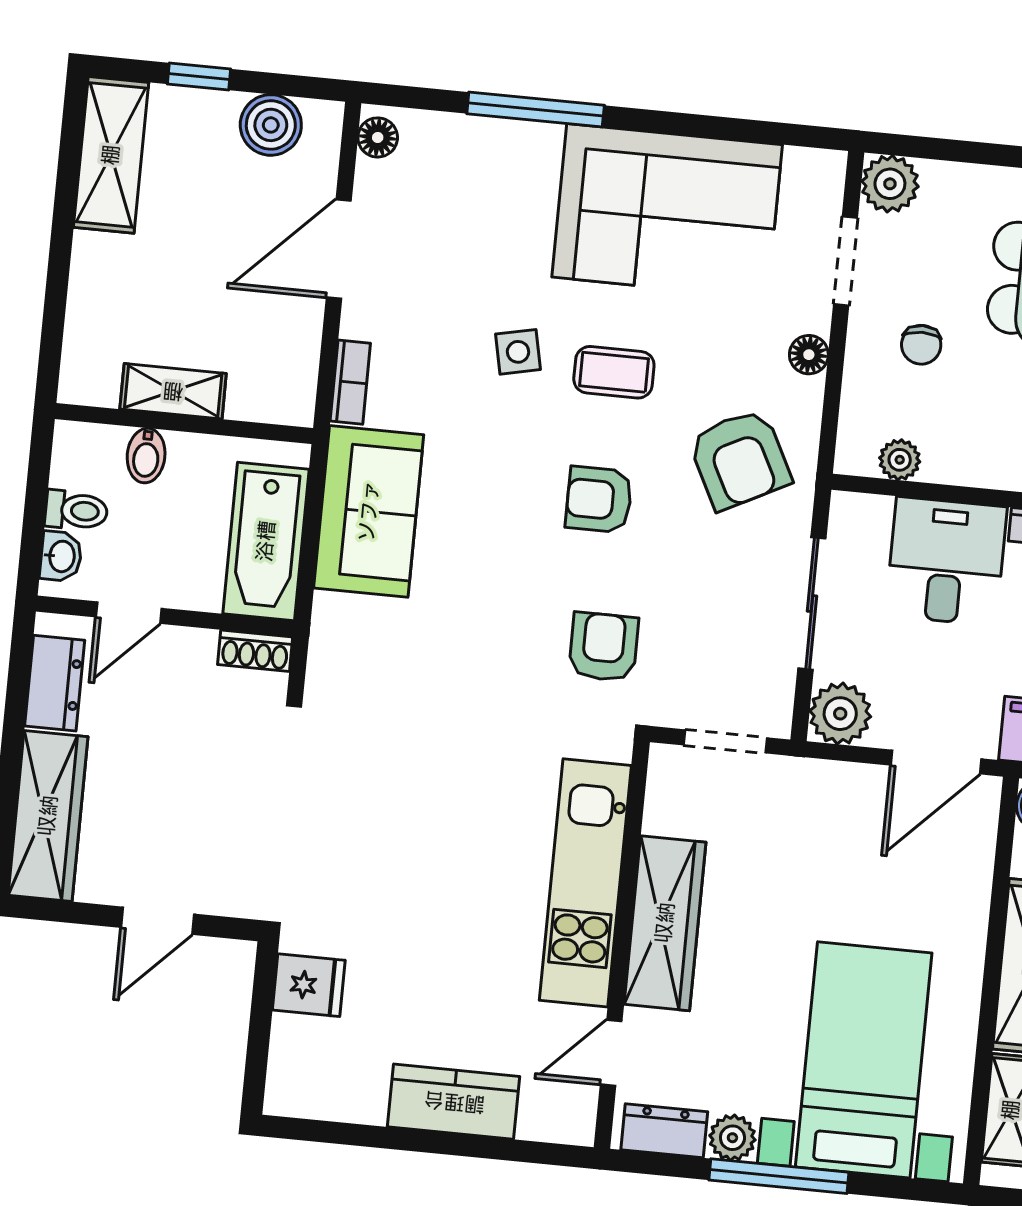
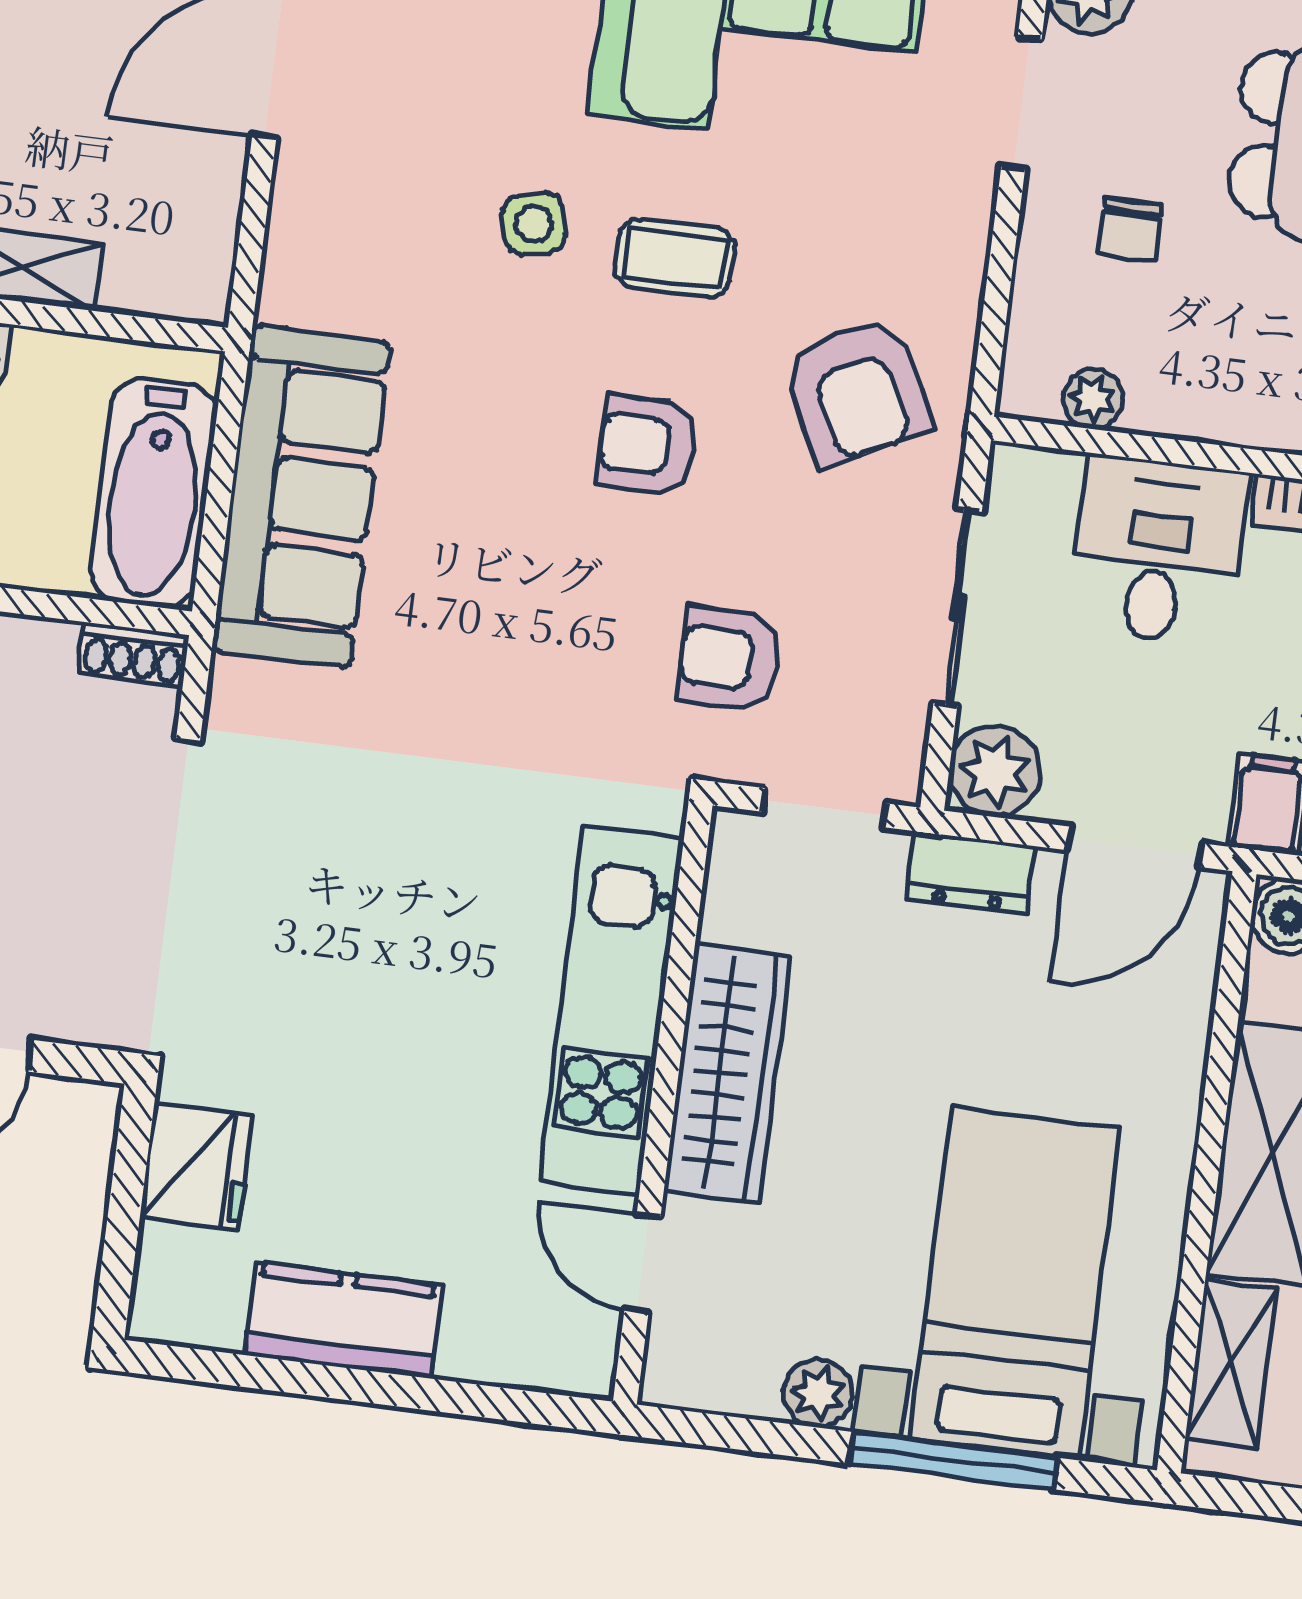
floor lamp: (809, 355) -> (963, 240), removed
bookcase: (350, 382) -> (285, 261), removed
sofa: (369, 511) -> (301, 496), width x1.36
armchair: (604, 647) -> (730, 659), moved, turned -90
fridge: (309, 985) -> (197, 1166), width x1.38
door: (611, 1053) -> (643, 1263), hinge flipped
kitchen counter: (454, 1102) -> (343, 1320), moved
dresser: (664, 1131) -> (970, 873), moved, turned 180
window: (779, 1176) -> (953, 1461), moved

